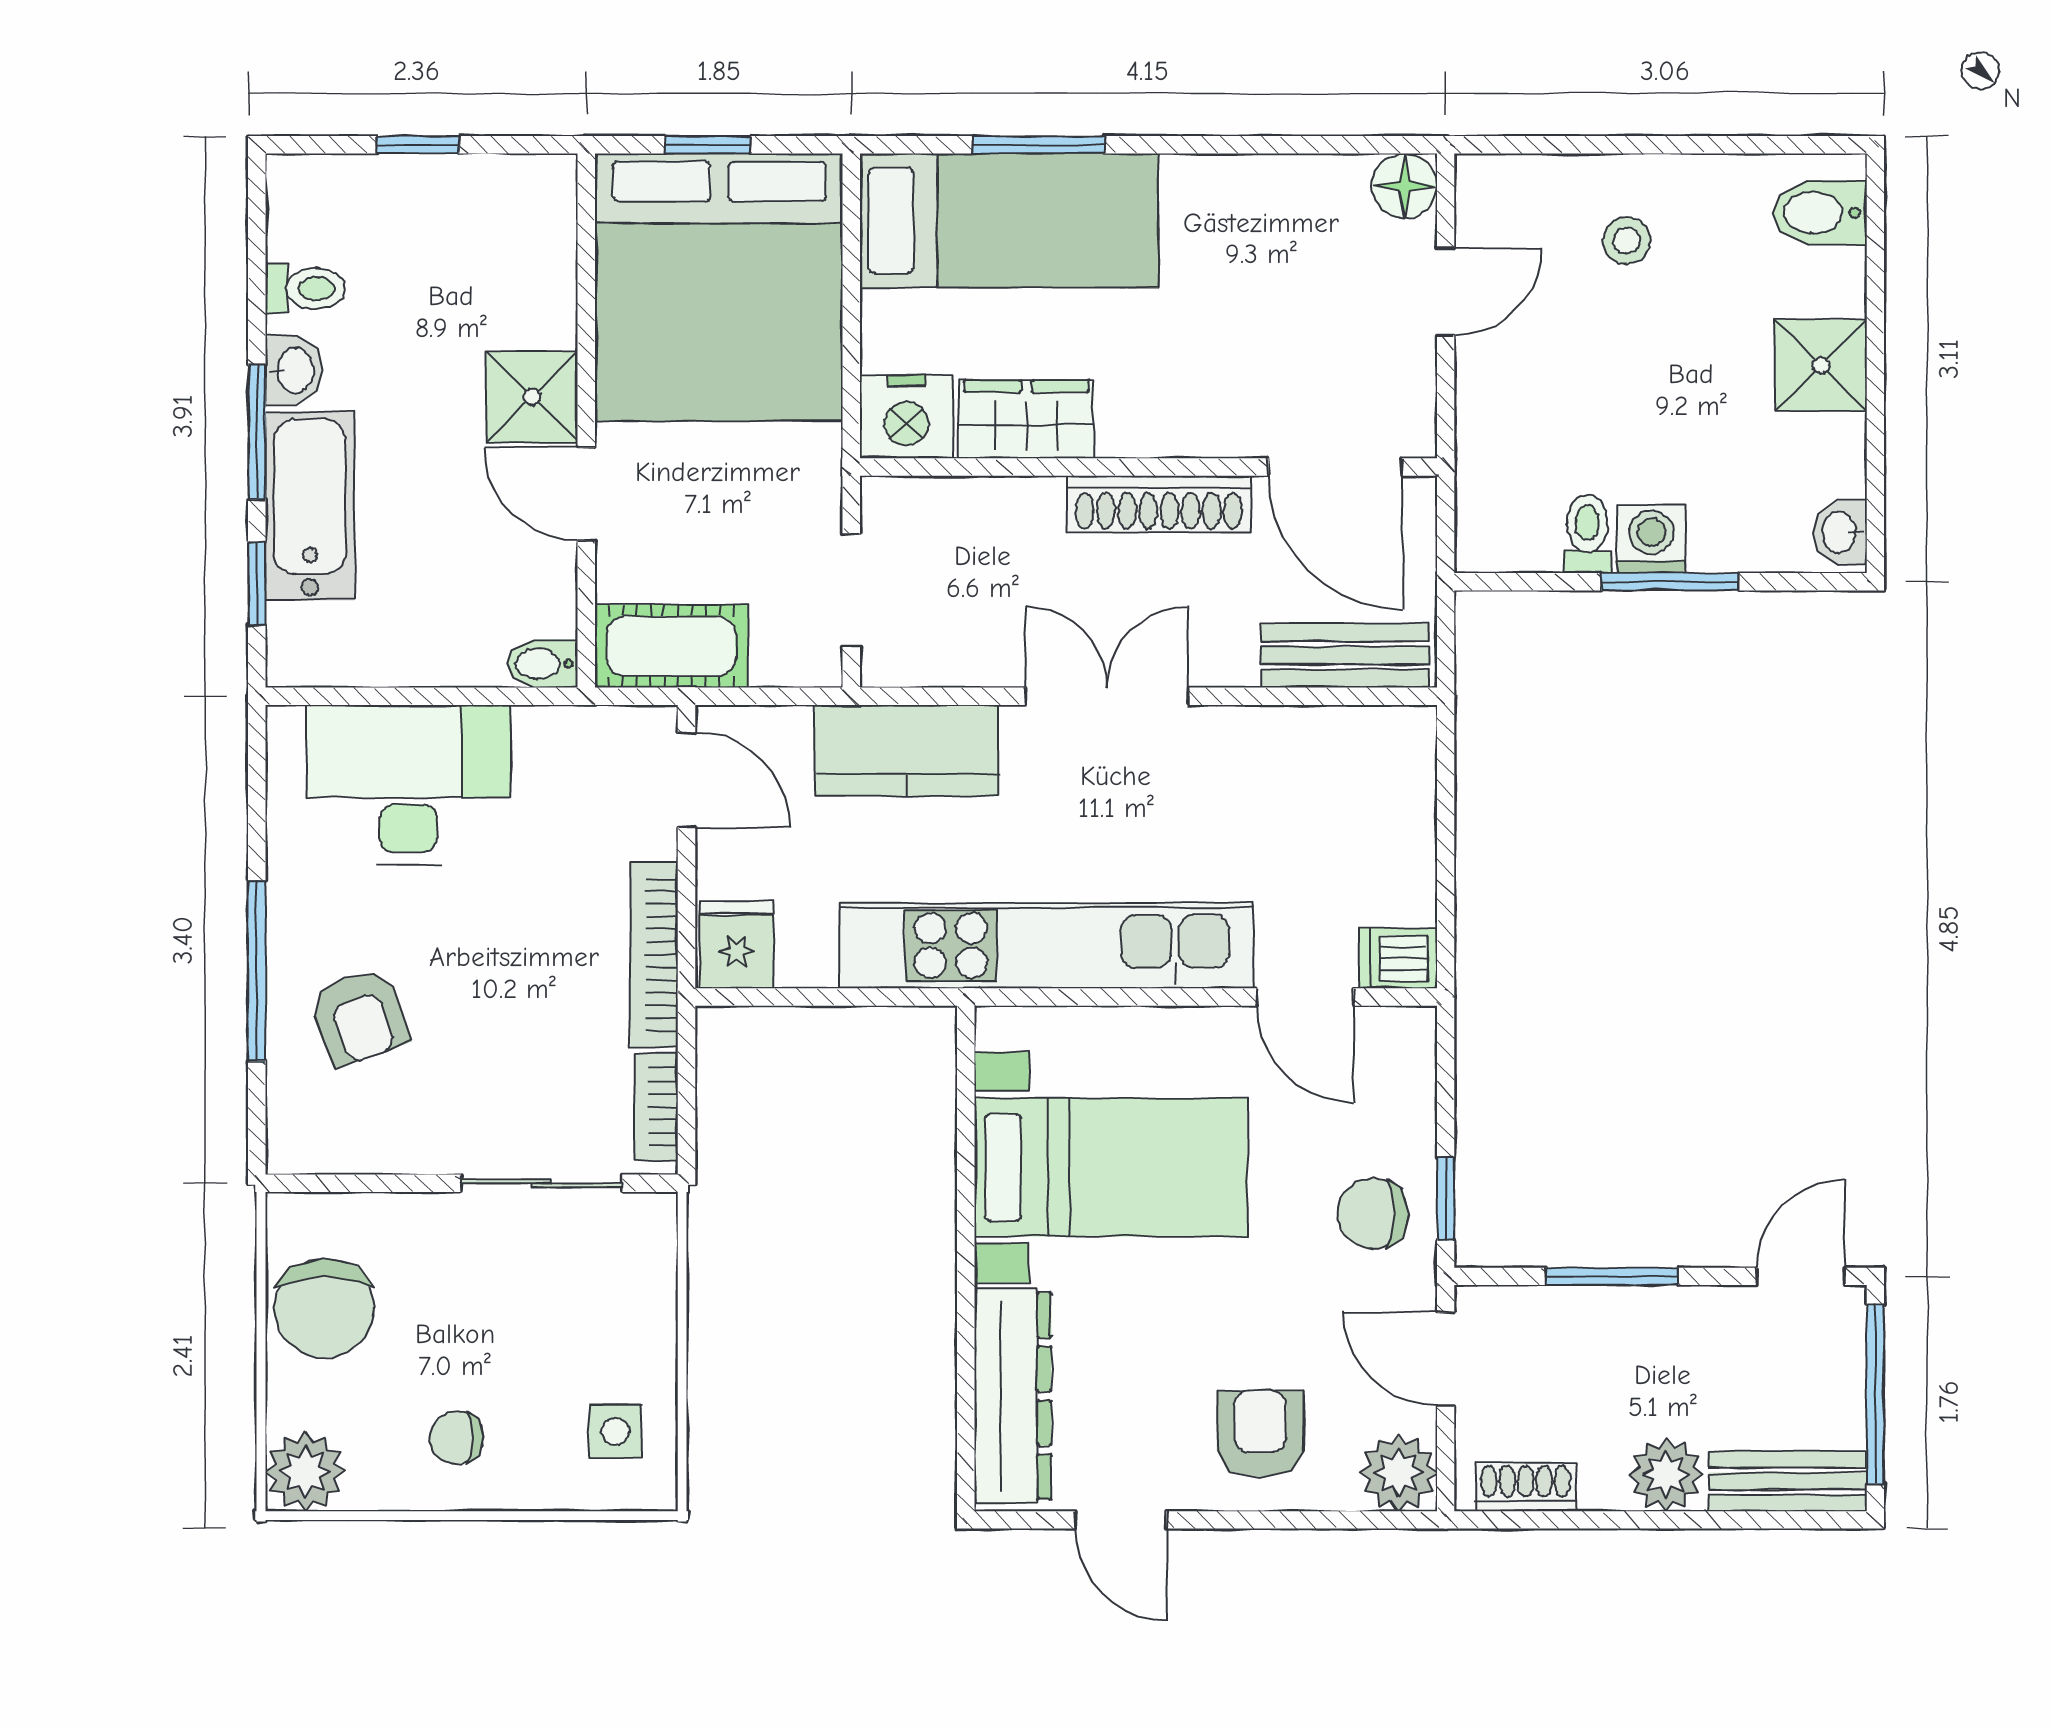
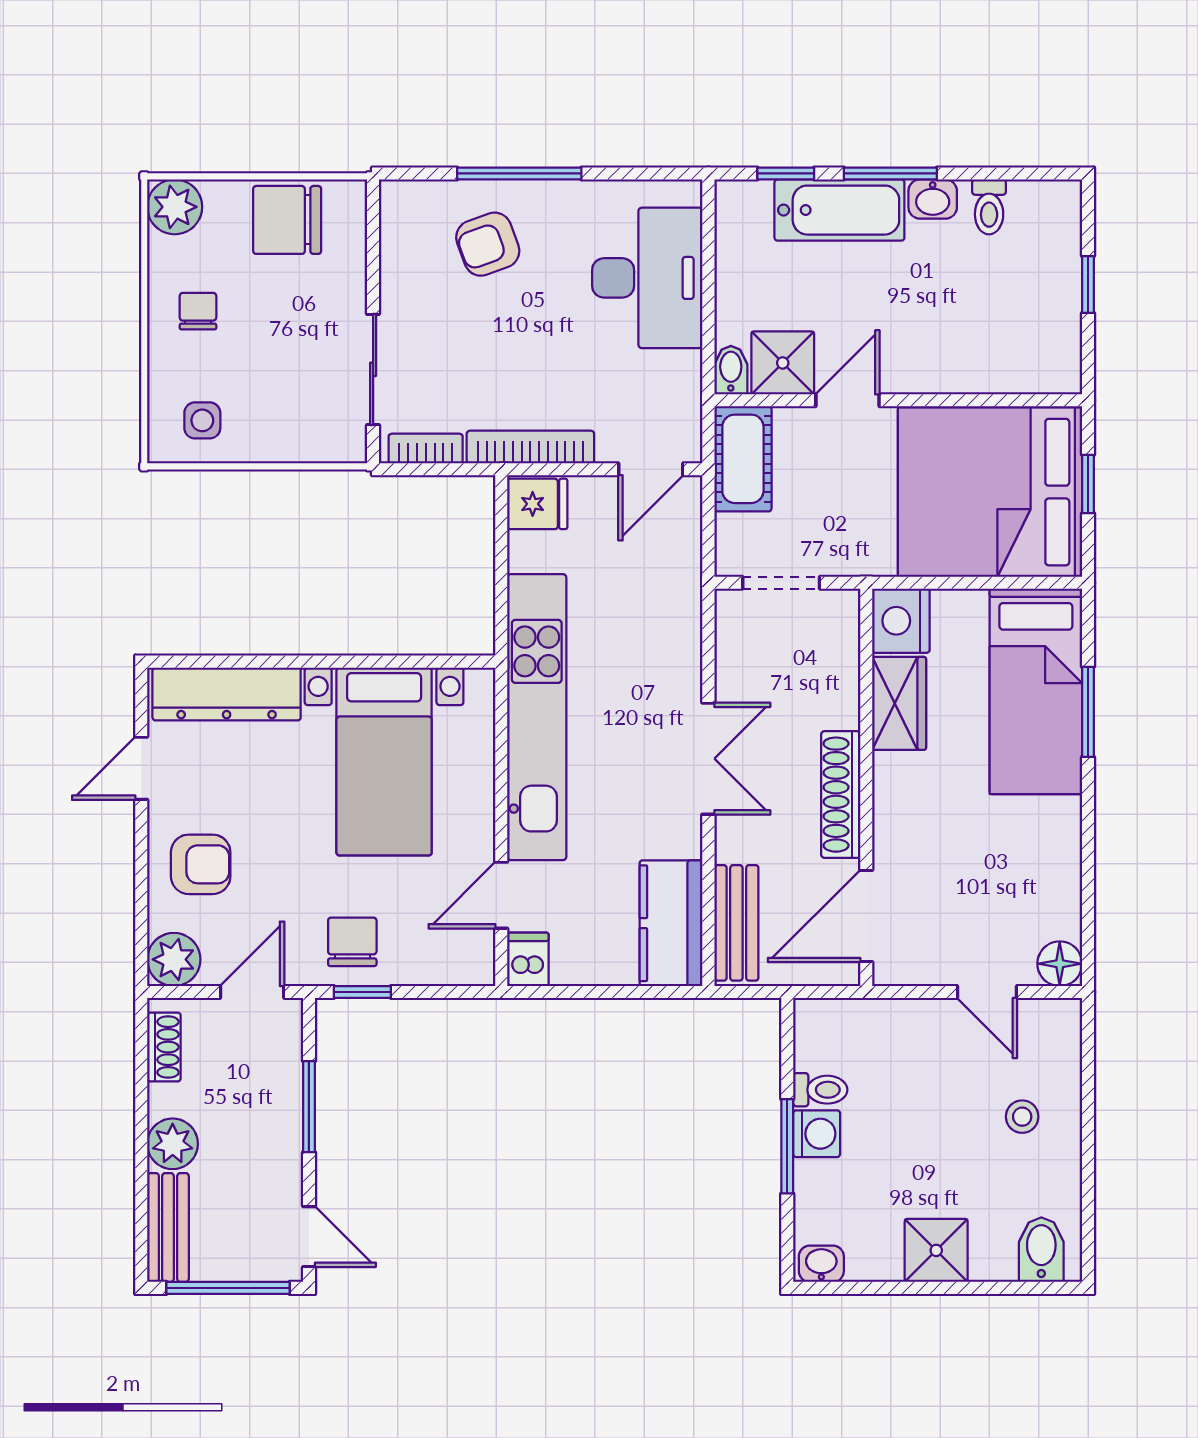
shower: (532, 397) -> (783, 363), moved
kitchen counter: (906, 751) -> (671, 923), moved

